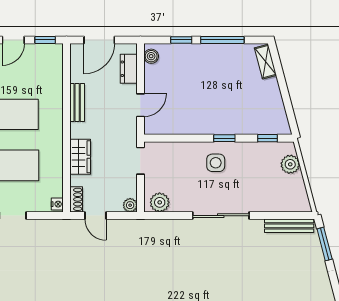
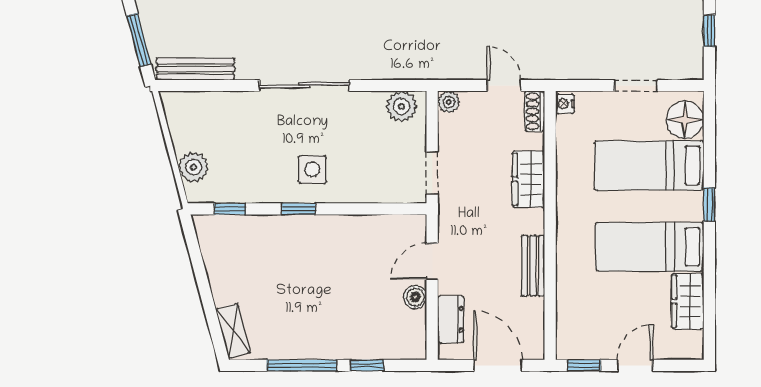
door: (99, 40) -> (498, 365), hinge flipped
boiler: (151, 56) -> (415, 297), moved

